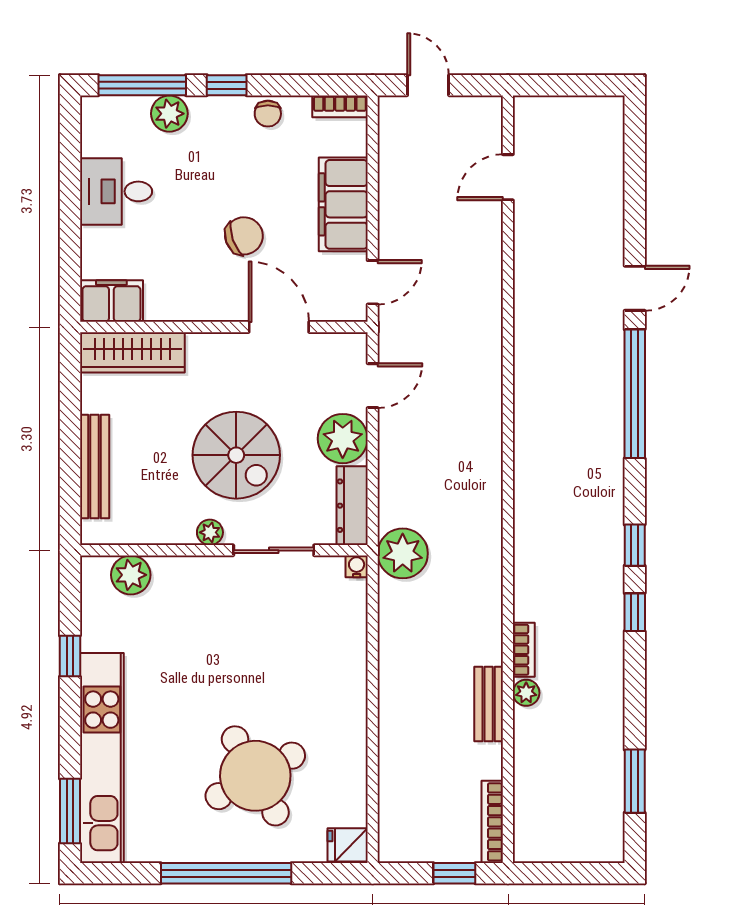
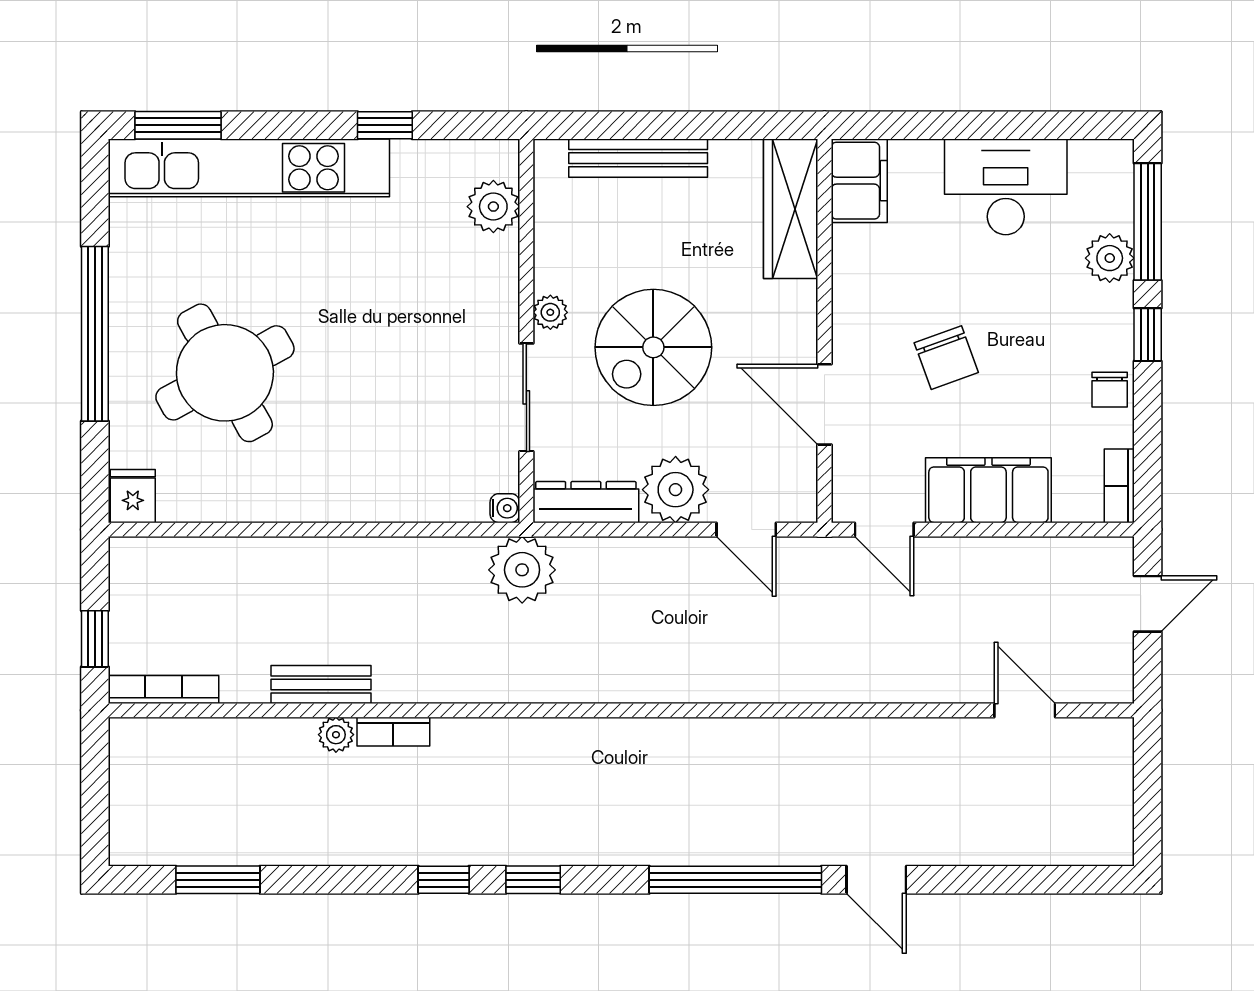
chair: (268, 114) -> (1110, 390), turned -90
desk: (116, 191) -> (1006, 187), width x1.37
door: (279, 327) -> (825, 404), swing flipped

